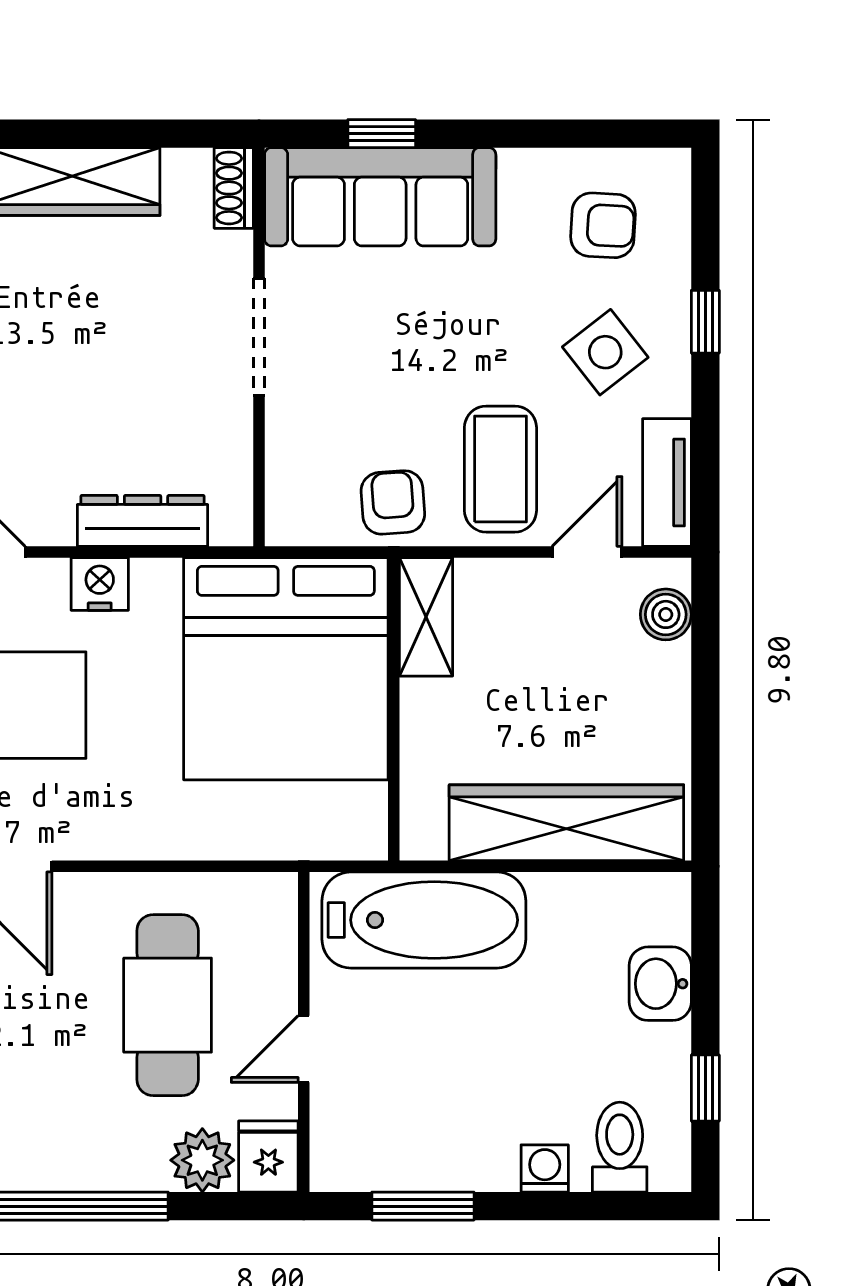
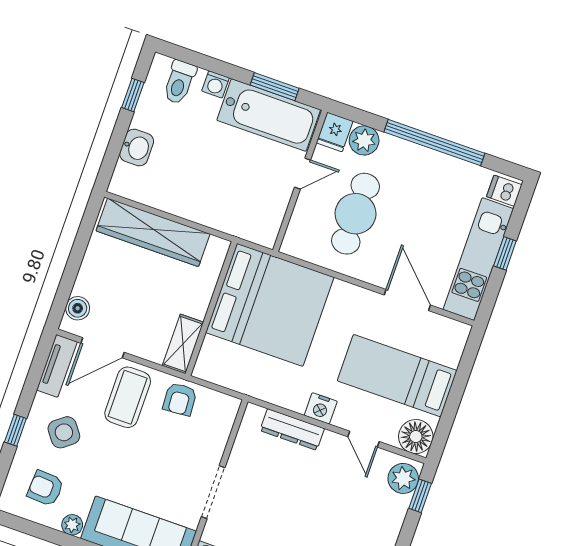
plant: (523, 170) -> (72, 525), added
door: (587, 552) -> (102, 348), width x1.38
bed: (286, 669) -> (270, 305), moved, turned 90
bathtub: (424, 920) -> (269, 115), moved, turned 180

